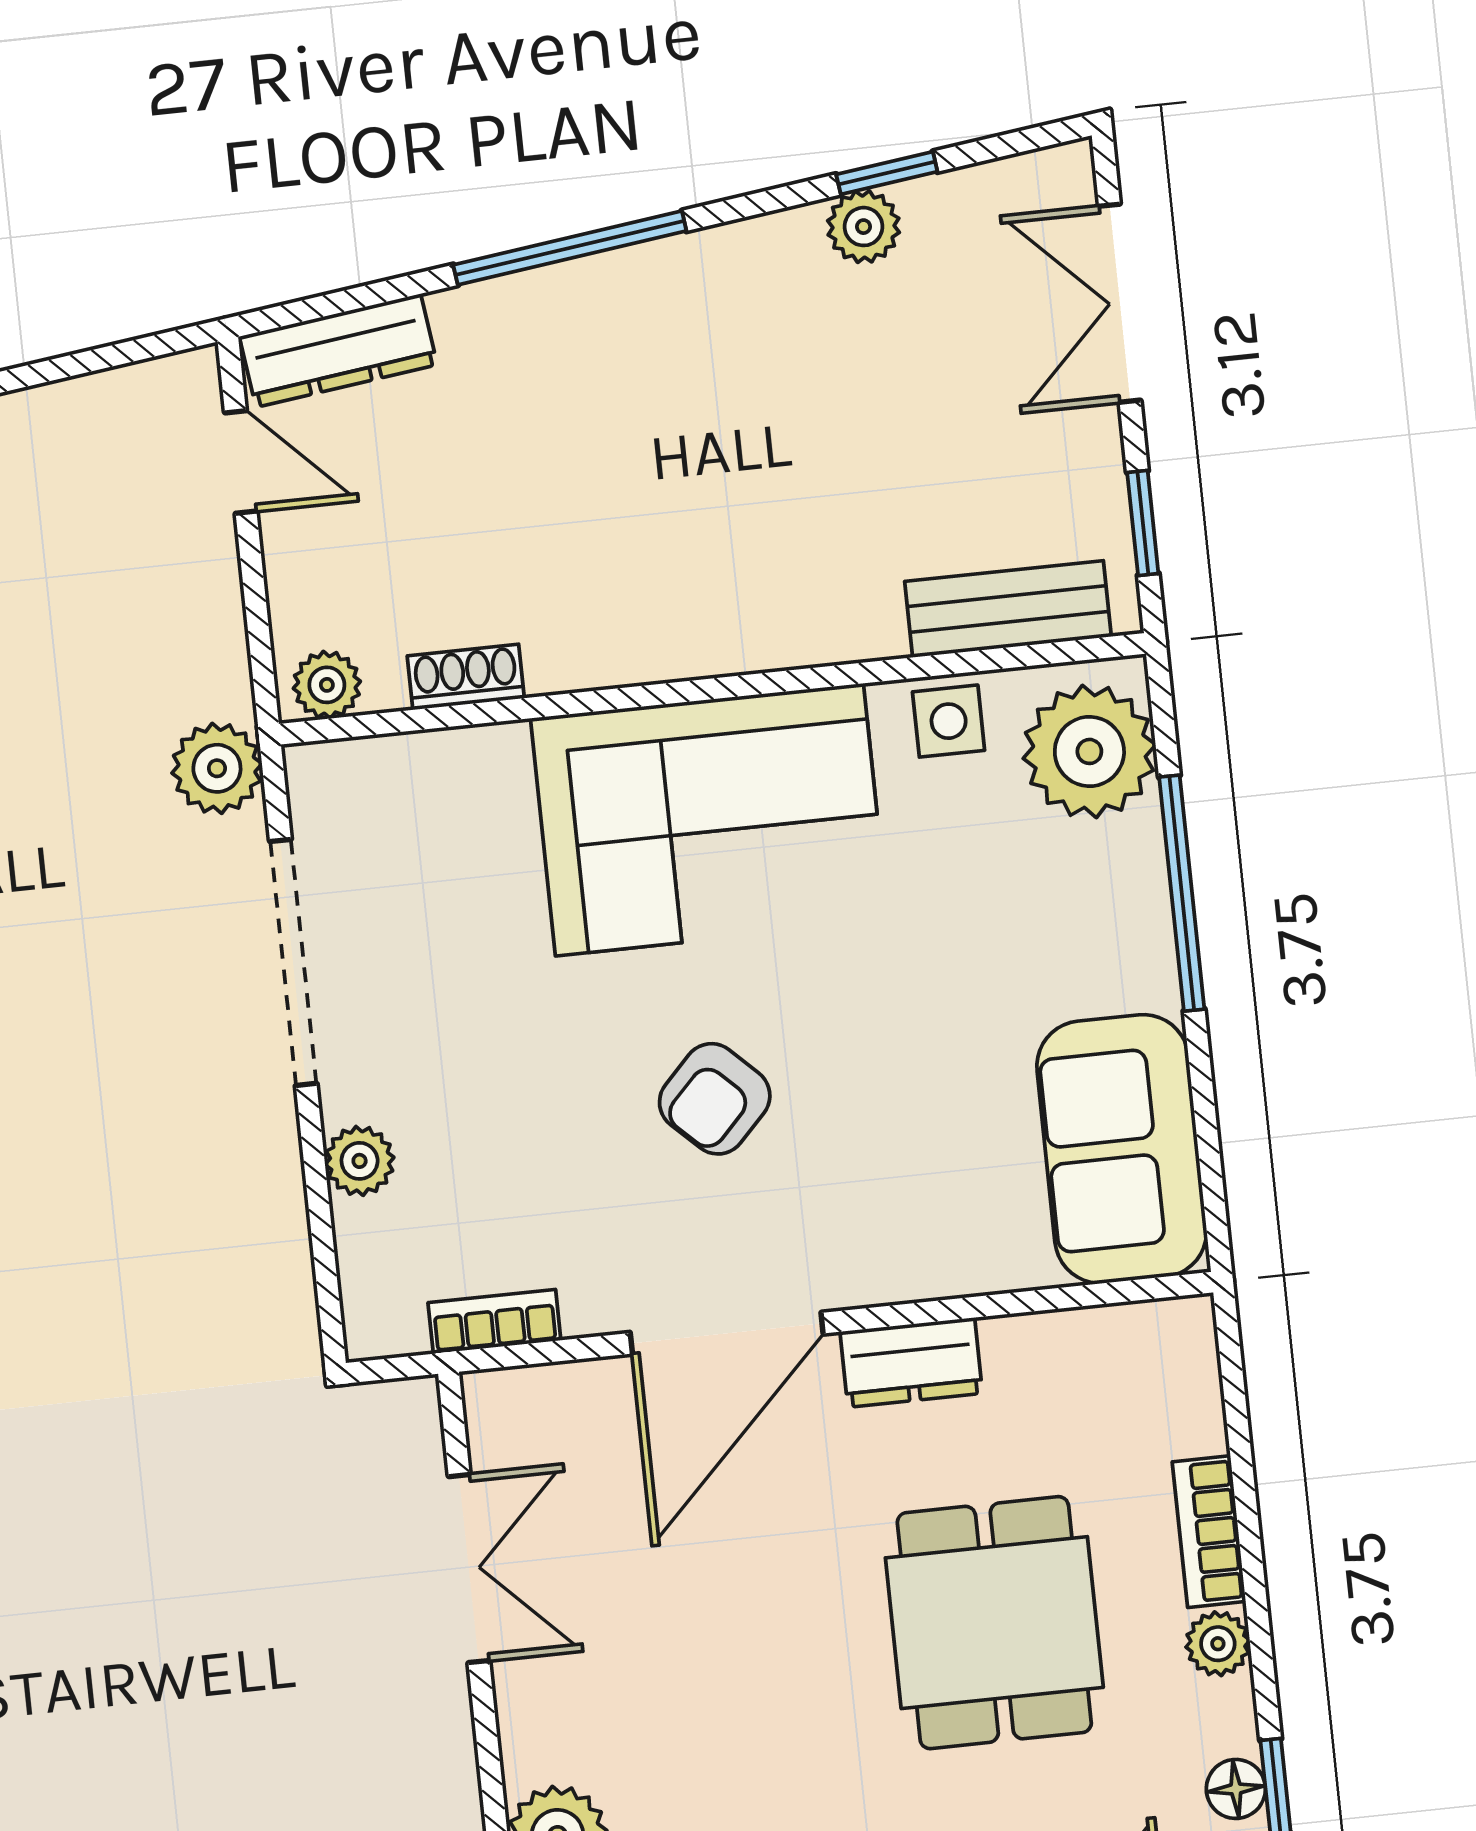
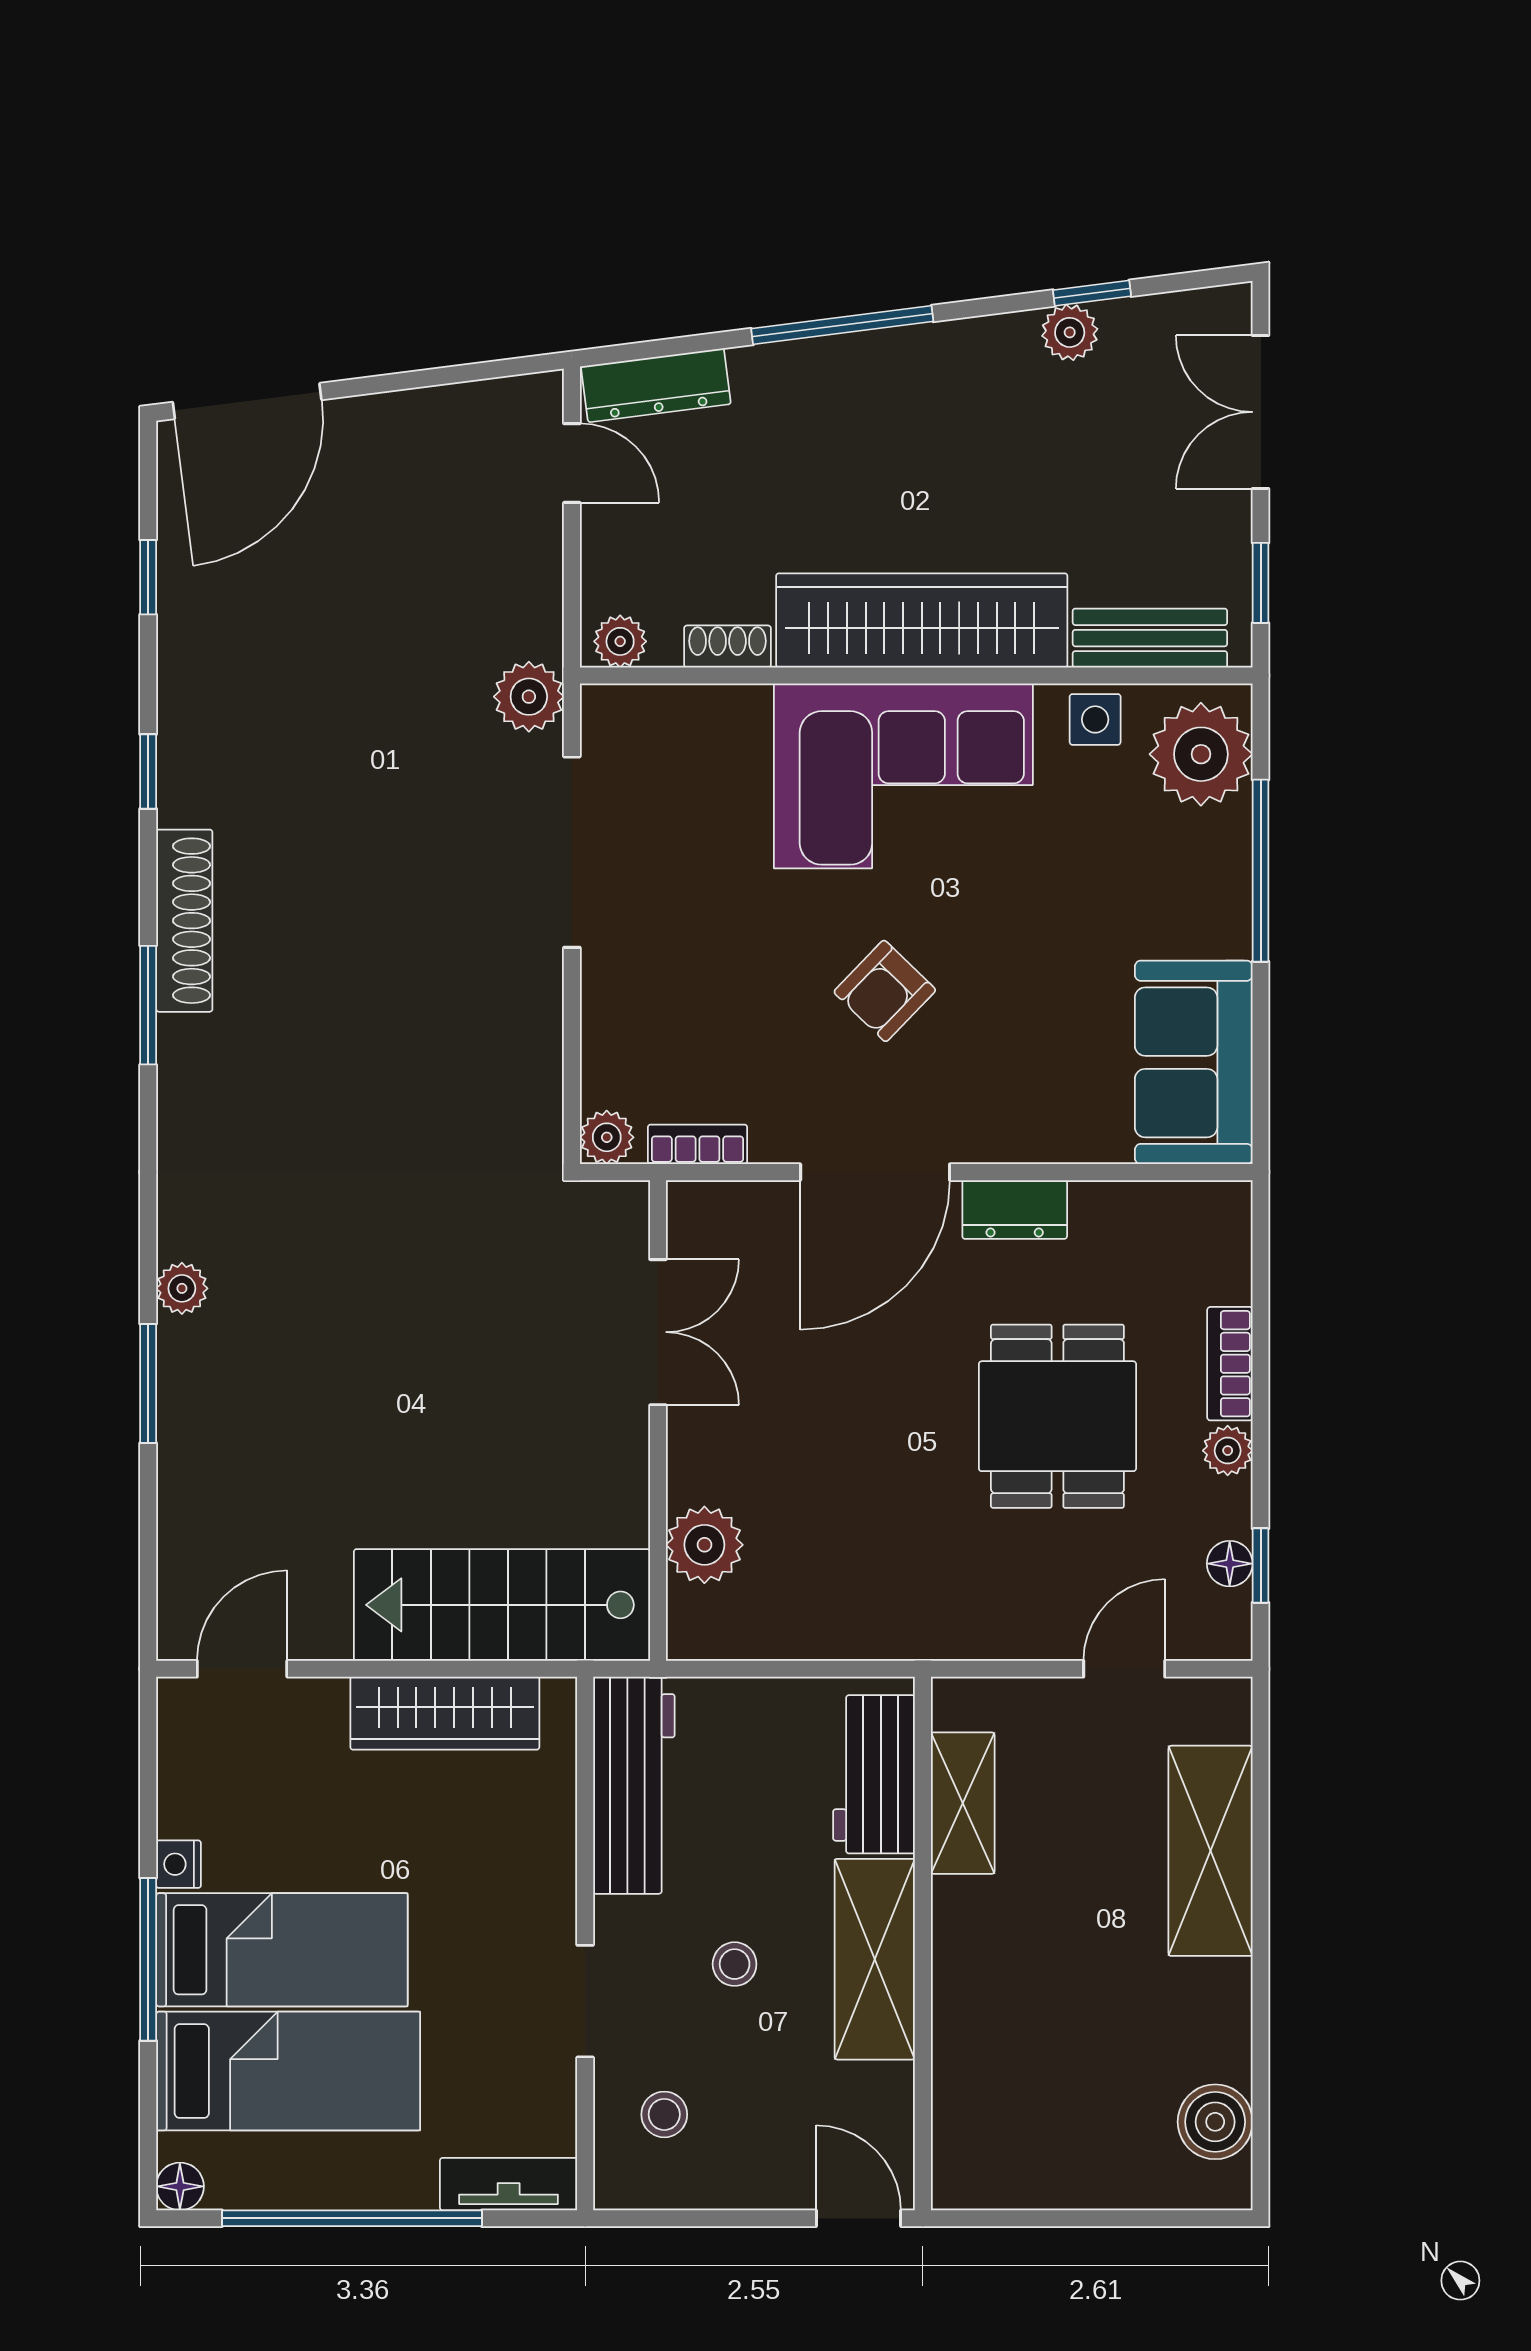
wardrobe: (712, 617) -> (922, 620), added
plant: (360, 1161) -> (607, 1137), moved

